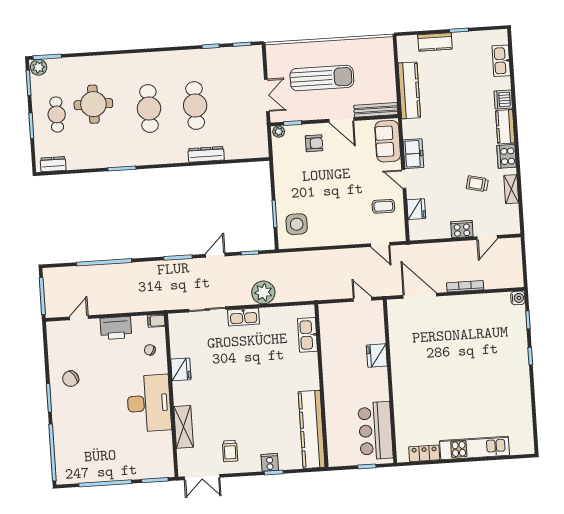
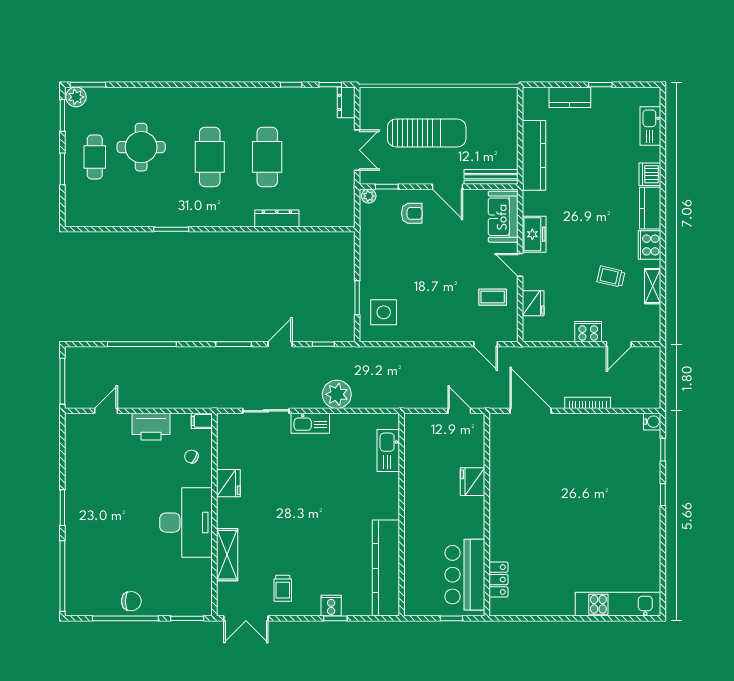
dresser: (53, 164) -> (346, 102), moved, turned -90
chair: (71, 379) -> (131, 601), moved, turned -148
kitchen unit: (475, 448) -> (618, 604), moved
locker: (424, 453) -> (498, 580), moved, turned 90

